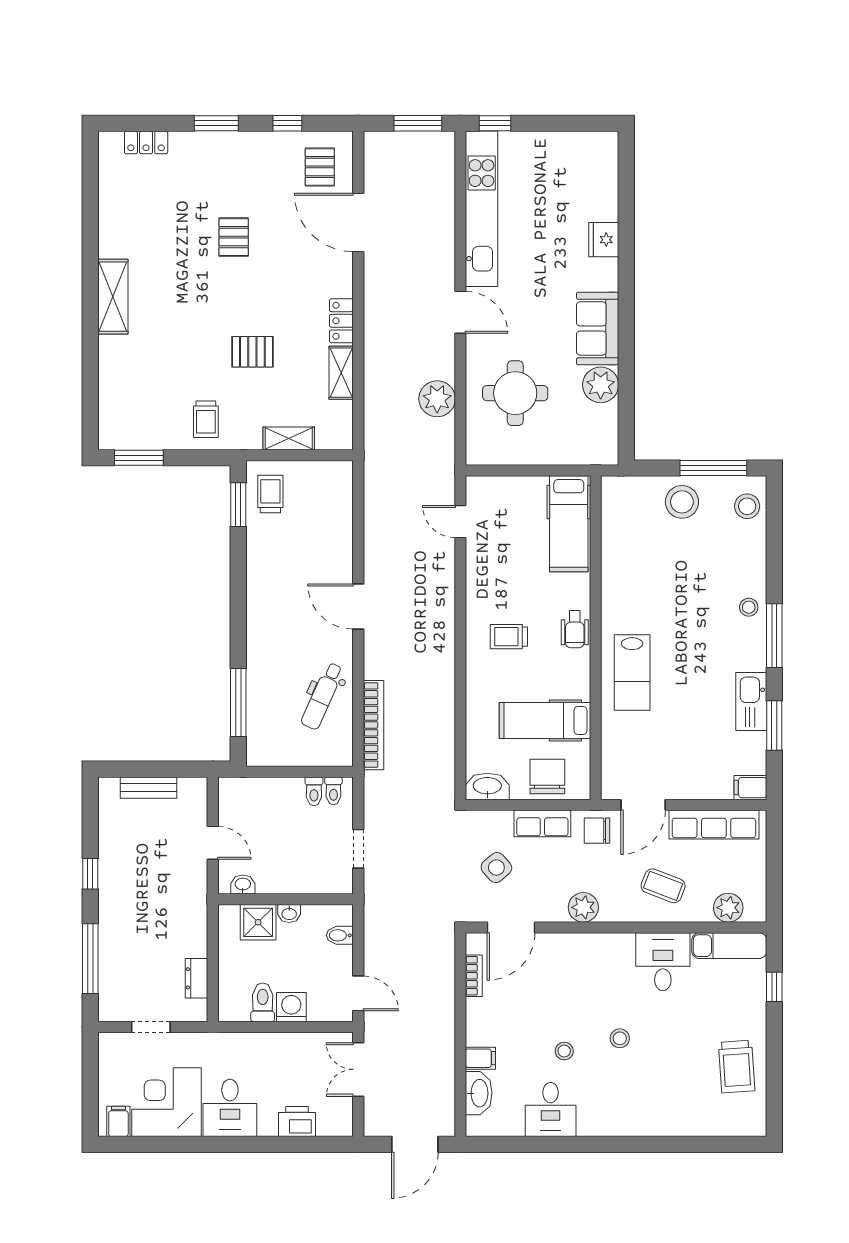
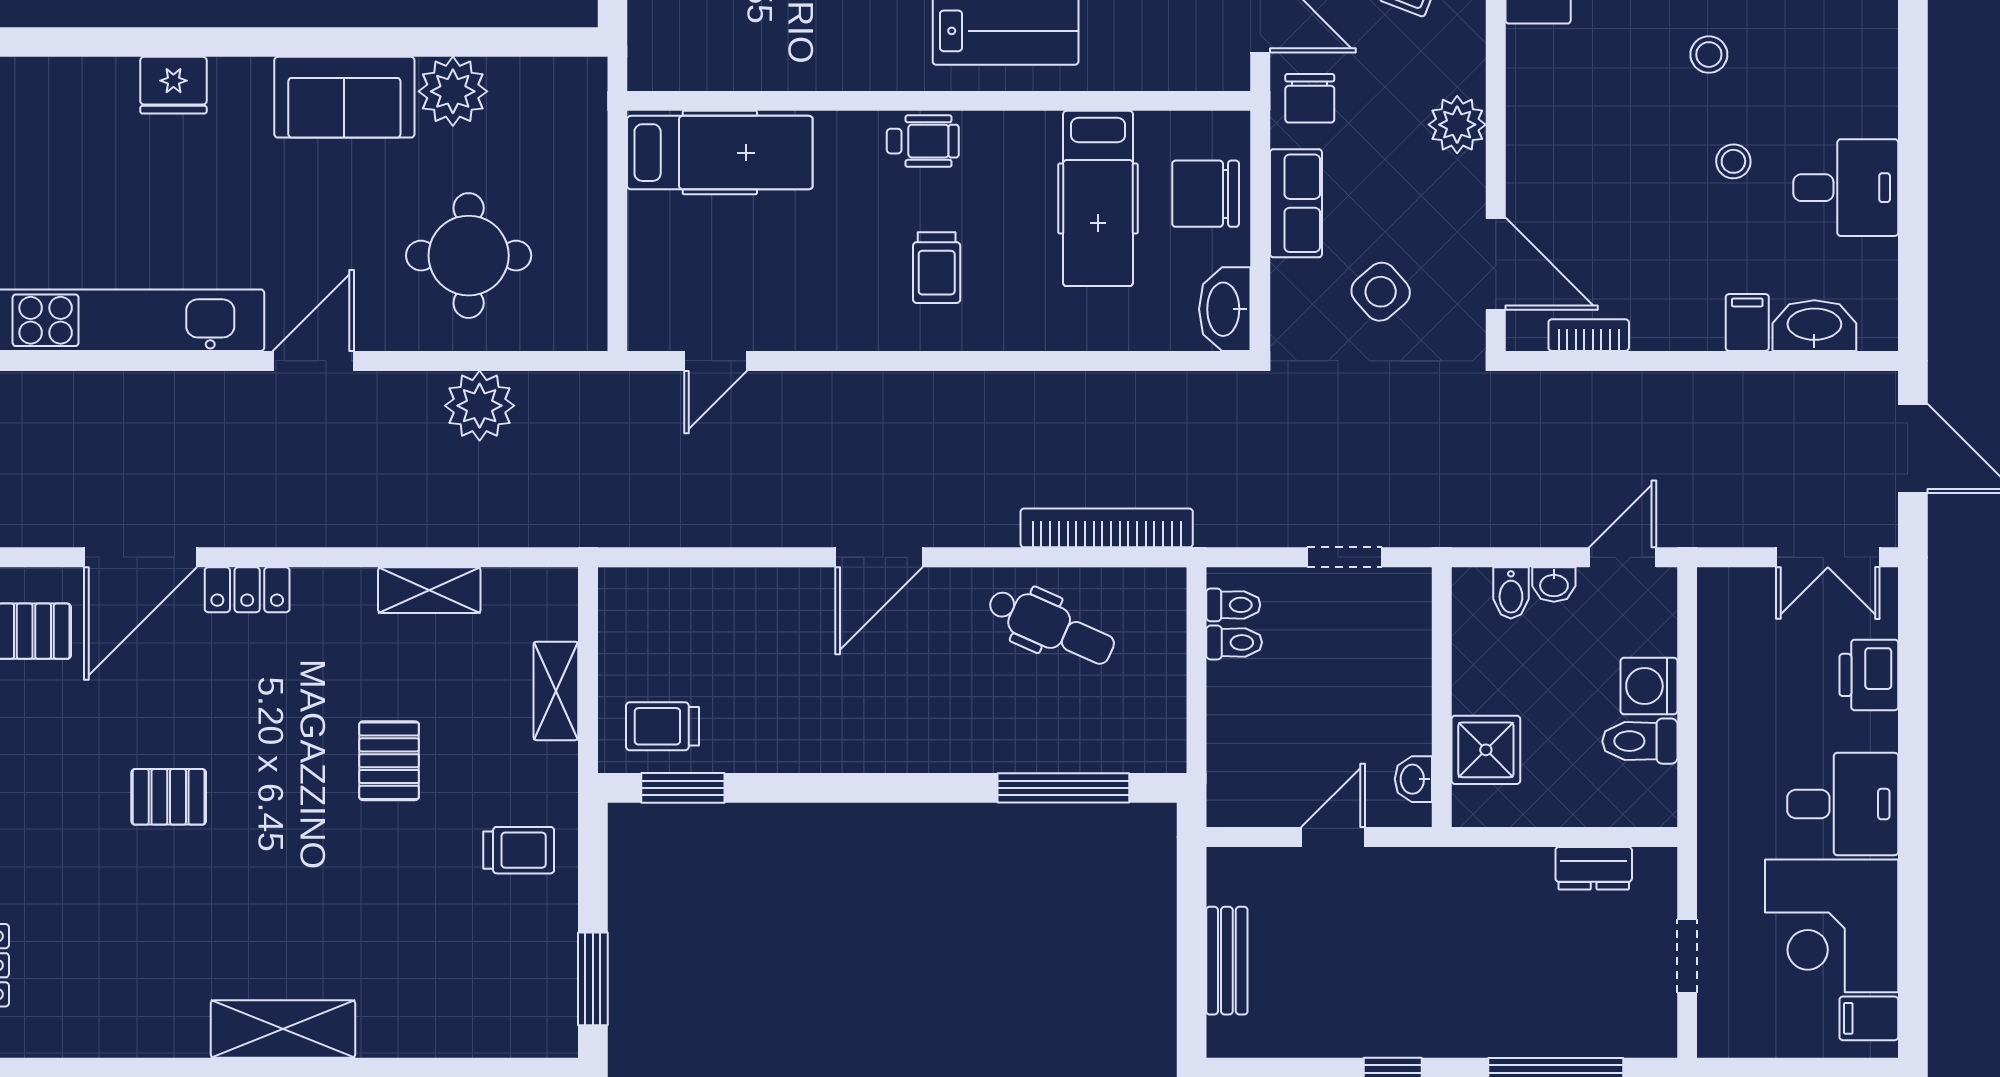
locker: (341, 321) -> (247, 590), moved
washbasin: (289, 913) -> (1554, 584), moved, turned 90
double door: (358, 1069) -> (1828, 557), moved

